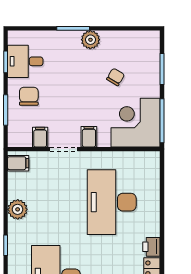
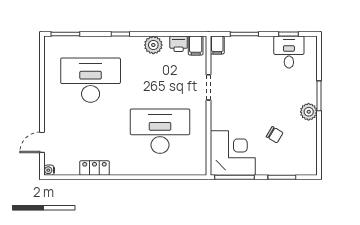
chair: (29, 96) -> (257, 55), removed
filing cabinet: (40, 137) -> (217, 45), moved, turned 90
filing cabinet: (89, 137) -> (220, 110), removed
printer: (151, 247) -> (179, 44), moved, turned 180

